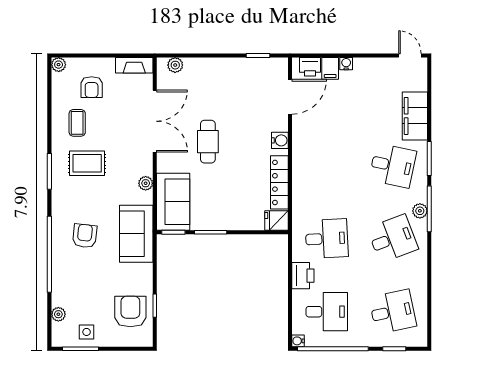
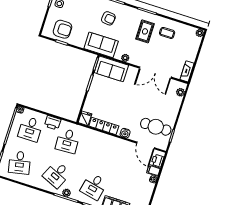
armchair: (92, 87) -> (183, 46), removed
cafe table: (208, 142) -> (156, 127), moved, width x1.37, depth x1.35
desk: (393, 239) -> (57, 174), turned 45

